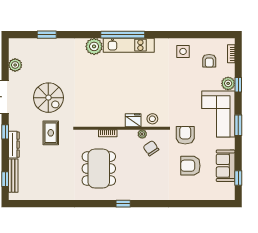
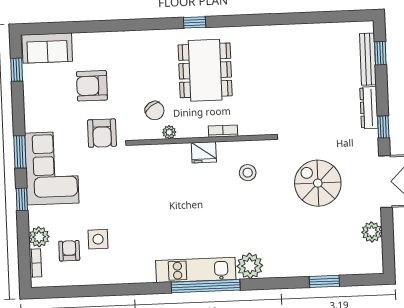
side table: (183, 51) -> (98, 239), moved
plant: (228, 83) -> (39, 237), moved
window: (238, 85) -> (22, 199), moved
stool: (152, 119) -> (248, 173), moved
fridge: (133, 120) -> (204, 152), moved
rug: (51, 133) -> (312, 128), removed
armchair: (190, 166) -> (92, 86), turned 180
sofa: (226, 166) -> (47, 48), moved, turned 90
dining table: (99, 169) -> (205, 70), moved

